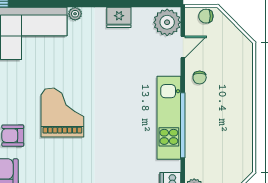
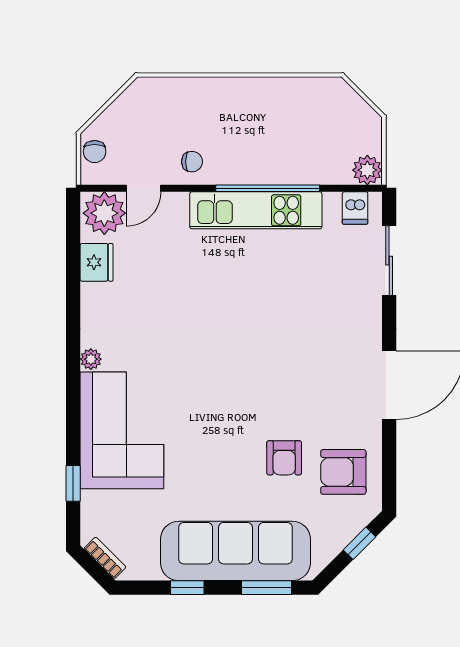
fridge: (119, 17) -> (97, 262), moved
door: (183, 47) -> (144, 188), swing flipped
grand piano: (62, 113) -> (248, 379), removed

